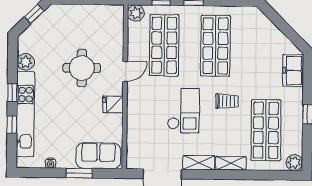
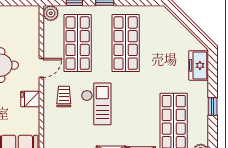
trolley: (227, 101) -> (64, 96), moved, turned -90

